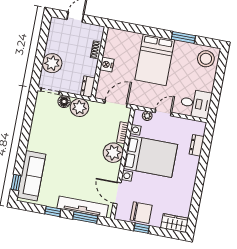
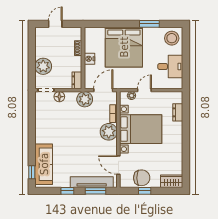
bed: (155, 60) -> (124, 47), width x1.36
desk: (196, 104) -> (170, 66), moved
plant: (79, 108) -> (85, 99), moved

